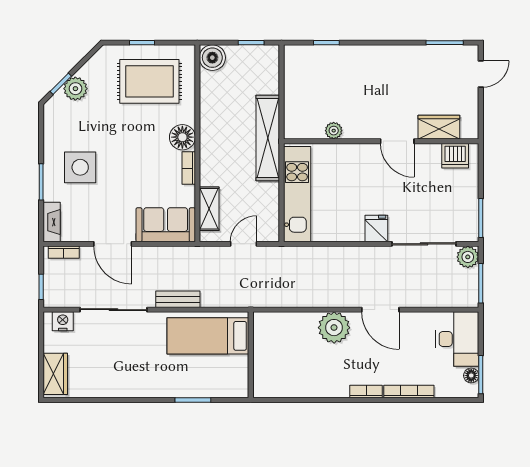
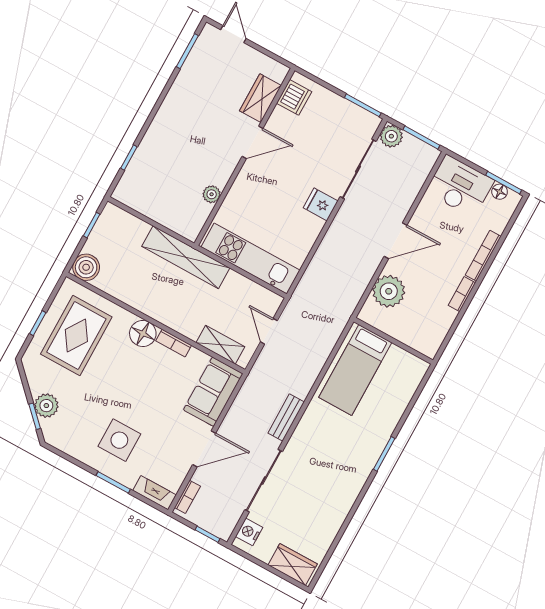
bed: (208, 336) -> (355, 370), moved
wall: (251, 355) -> (393, 341), moved

